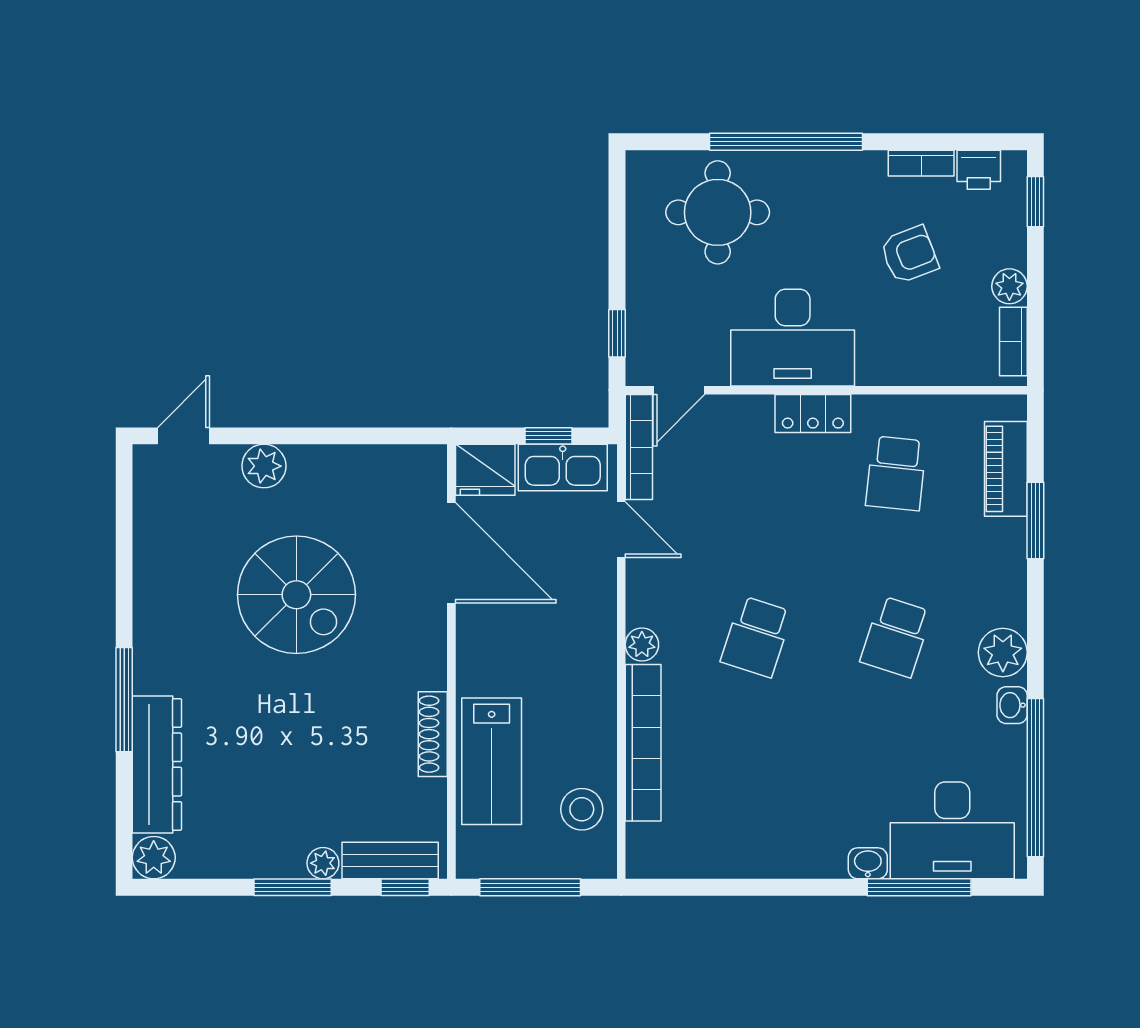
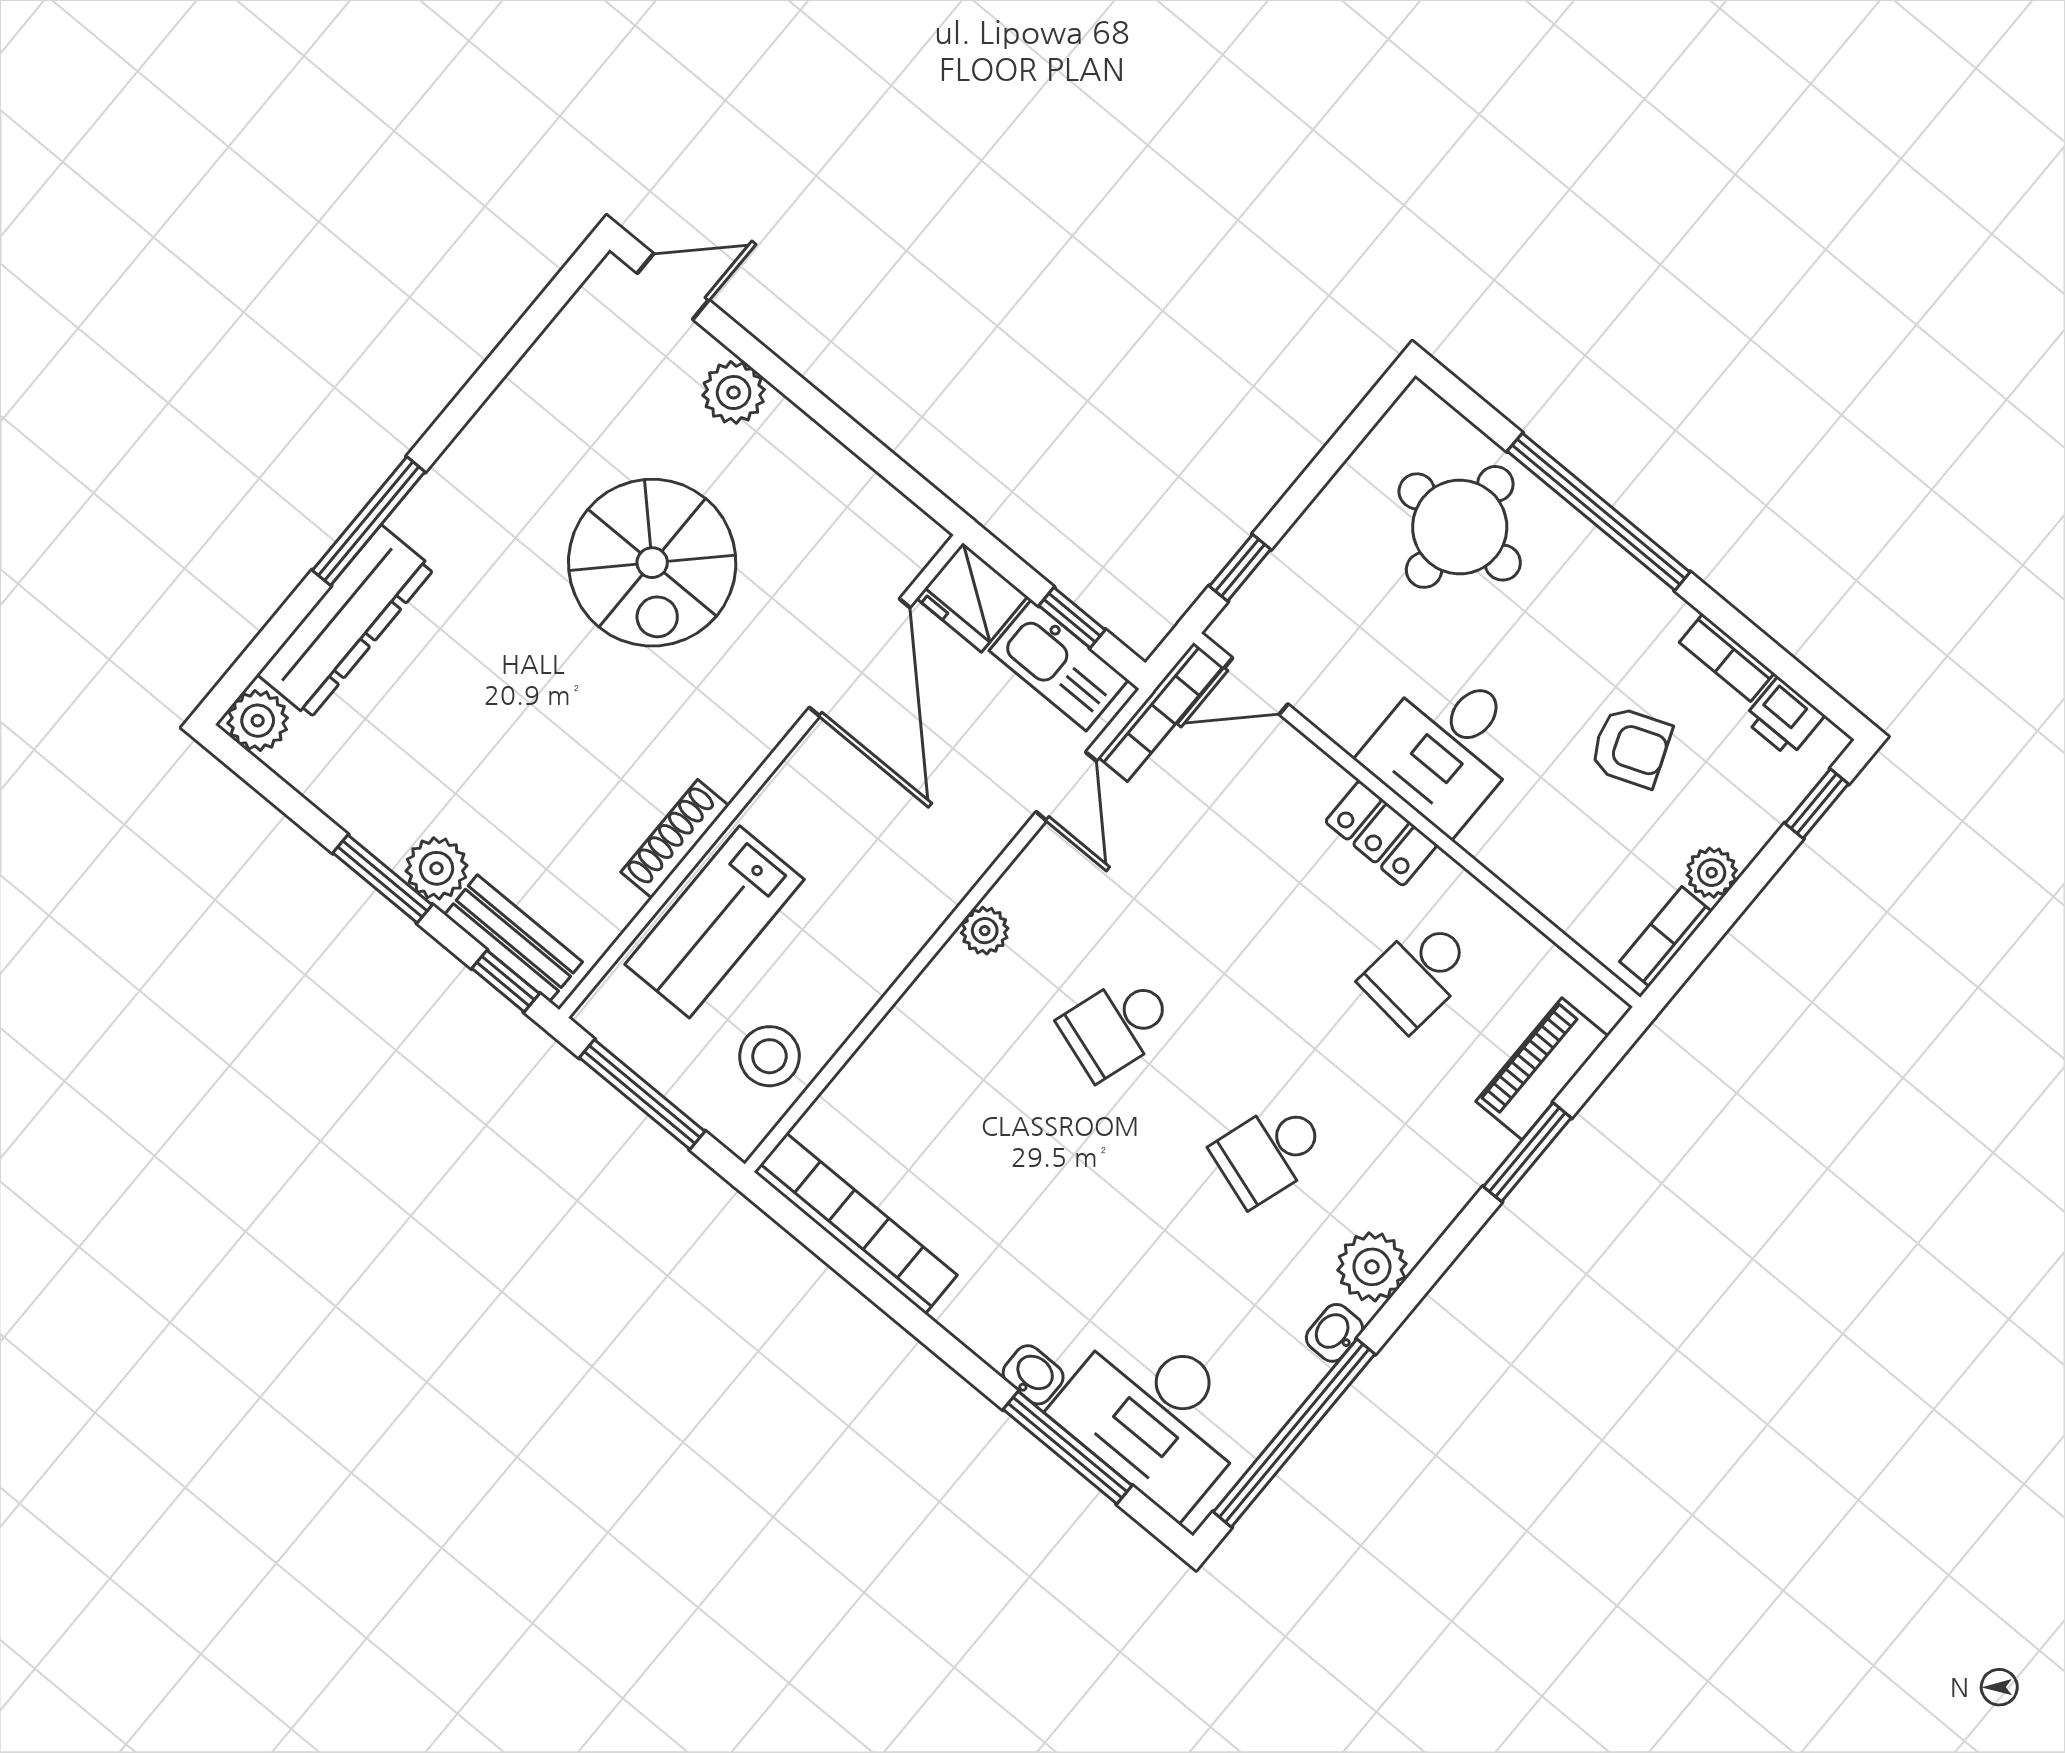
desk: (793, 338) -> (1446, 747), width x0.73
bookcase: (643, 743) -> (856, 1224), moved, turned -90
plant: (323, 863) -> (436, 868), width x1.38, depth x1.38

